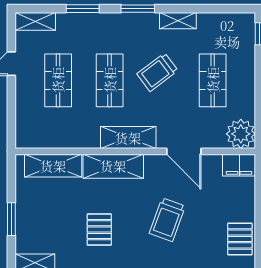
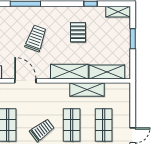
shelving: (128, 138) -> (87, 90), moved

